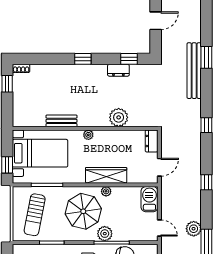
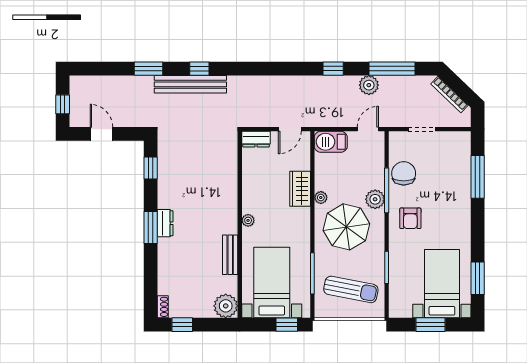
window: (83, 59) -> (151, 228), width x1.50
dresser: (118, 70) -> (165, 223), moved
bench: (194, 71) -> (190, 84), moved
plant: (119, 117) -> (226, 306), moved
window: (206, 125) -> (199, 69), moved
door: (159, 167) -> (290, 129), swing flipped
wardrobe: (106, 175) -> (300, 189), width x0.67
window: (206, 182) -> (333, 69), moved

